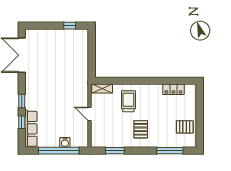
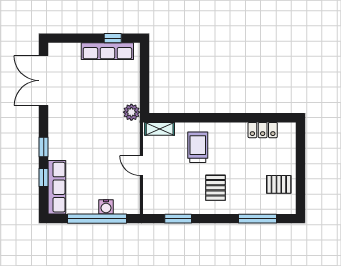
row of seats: (66, 35) -> (107, 51), added
plant: (83, 77) -> (131, 112), added

